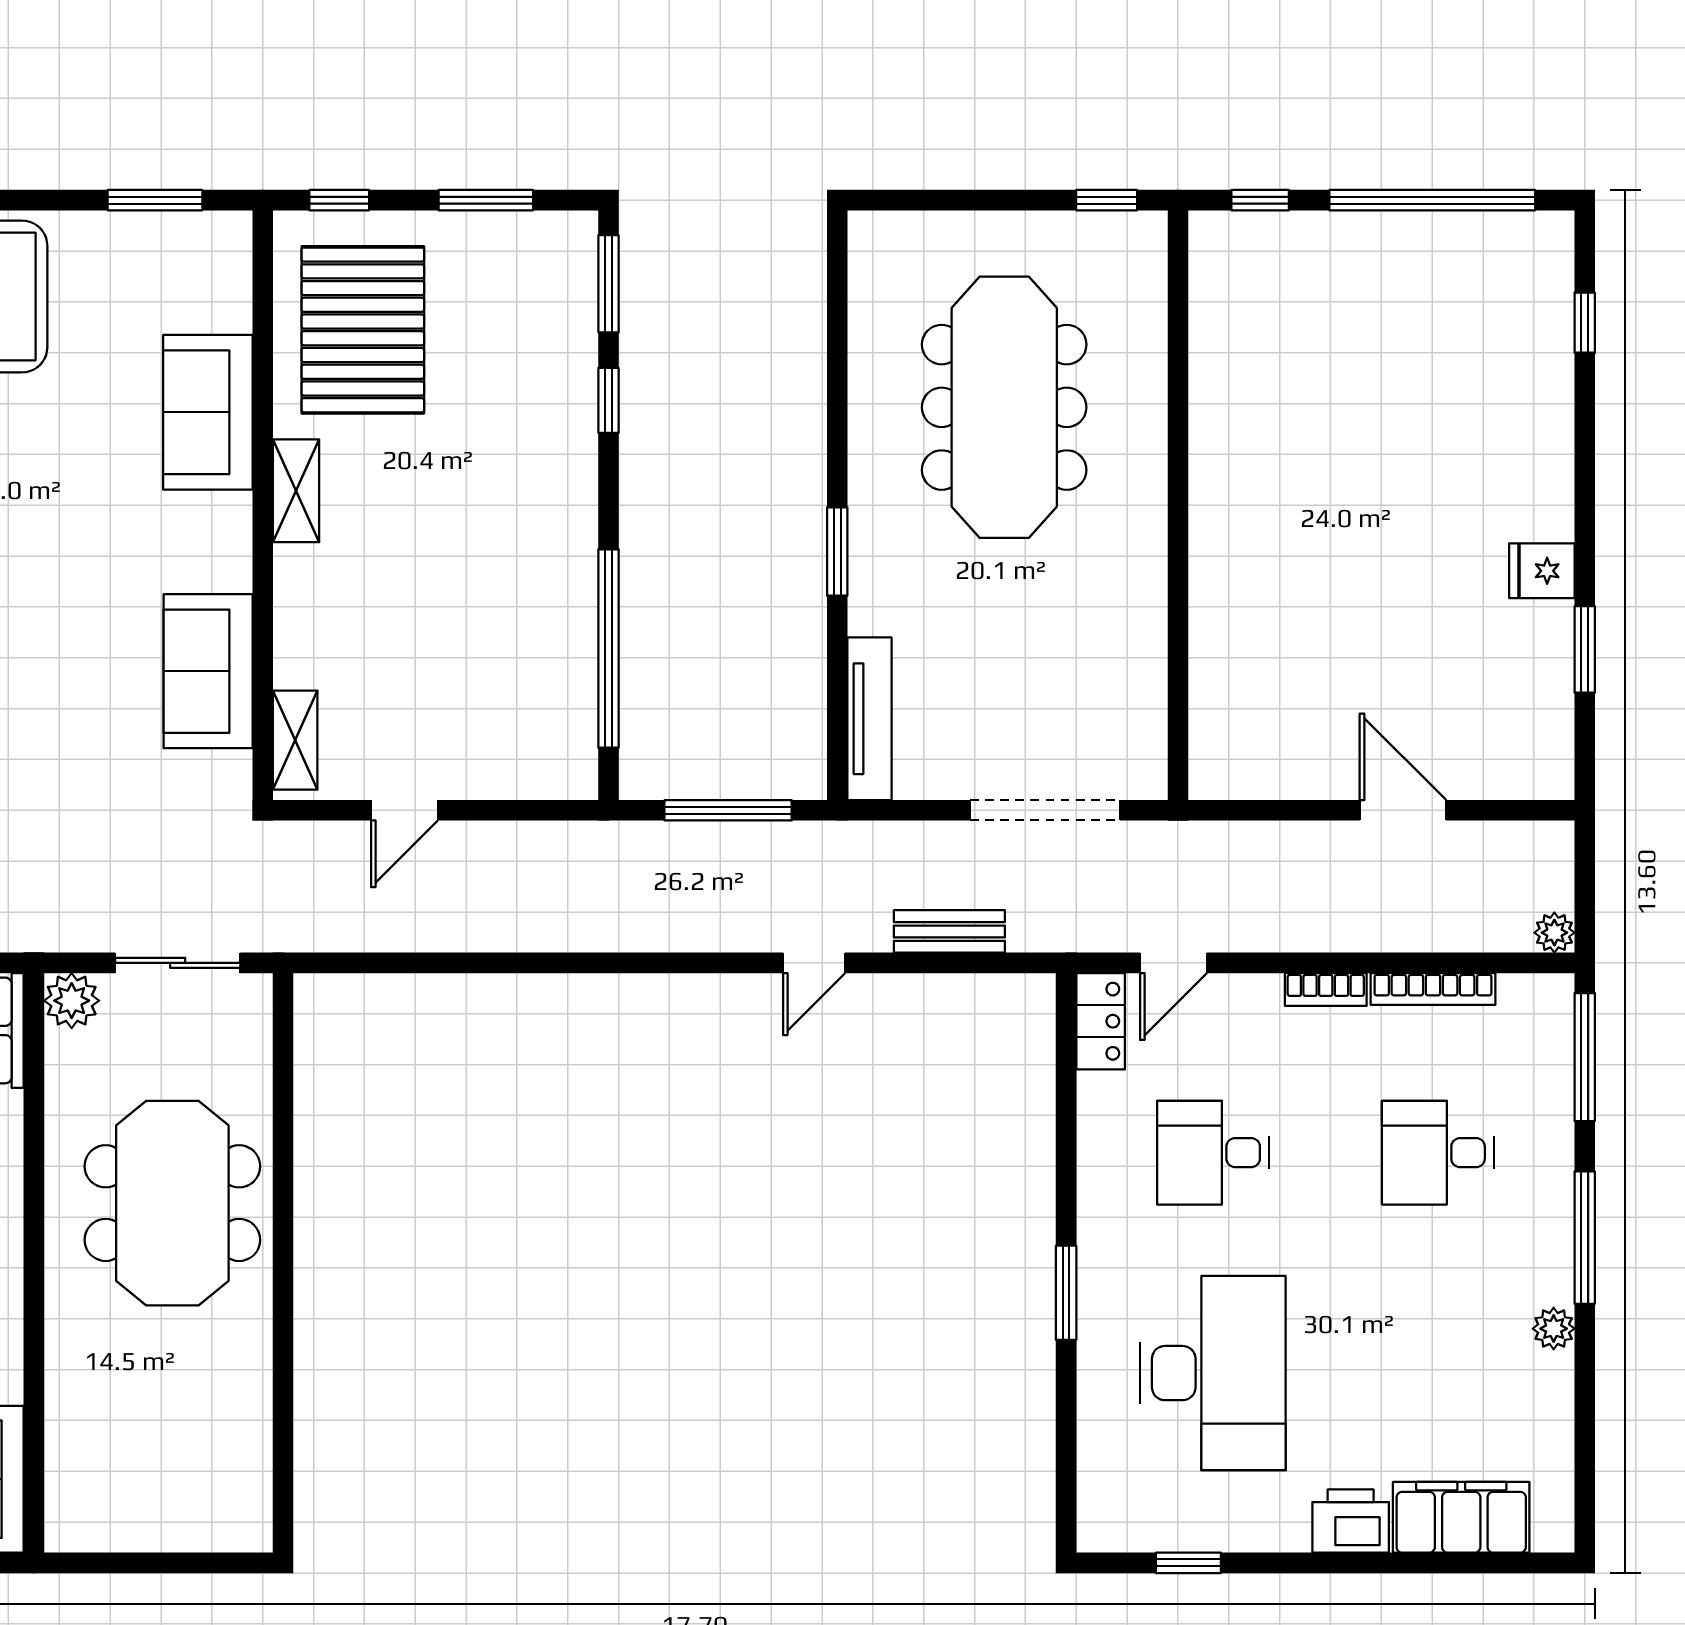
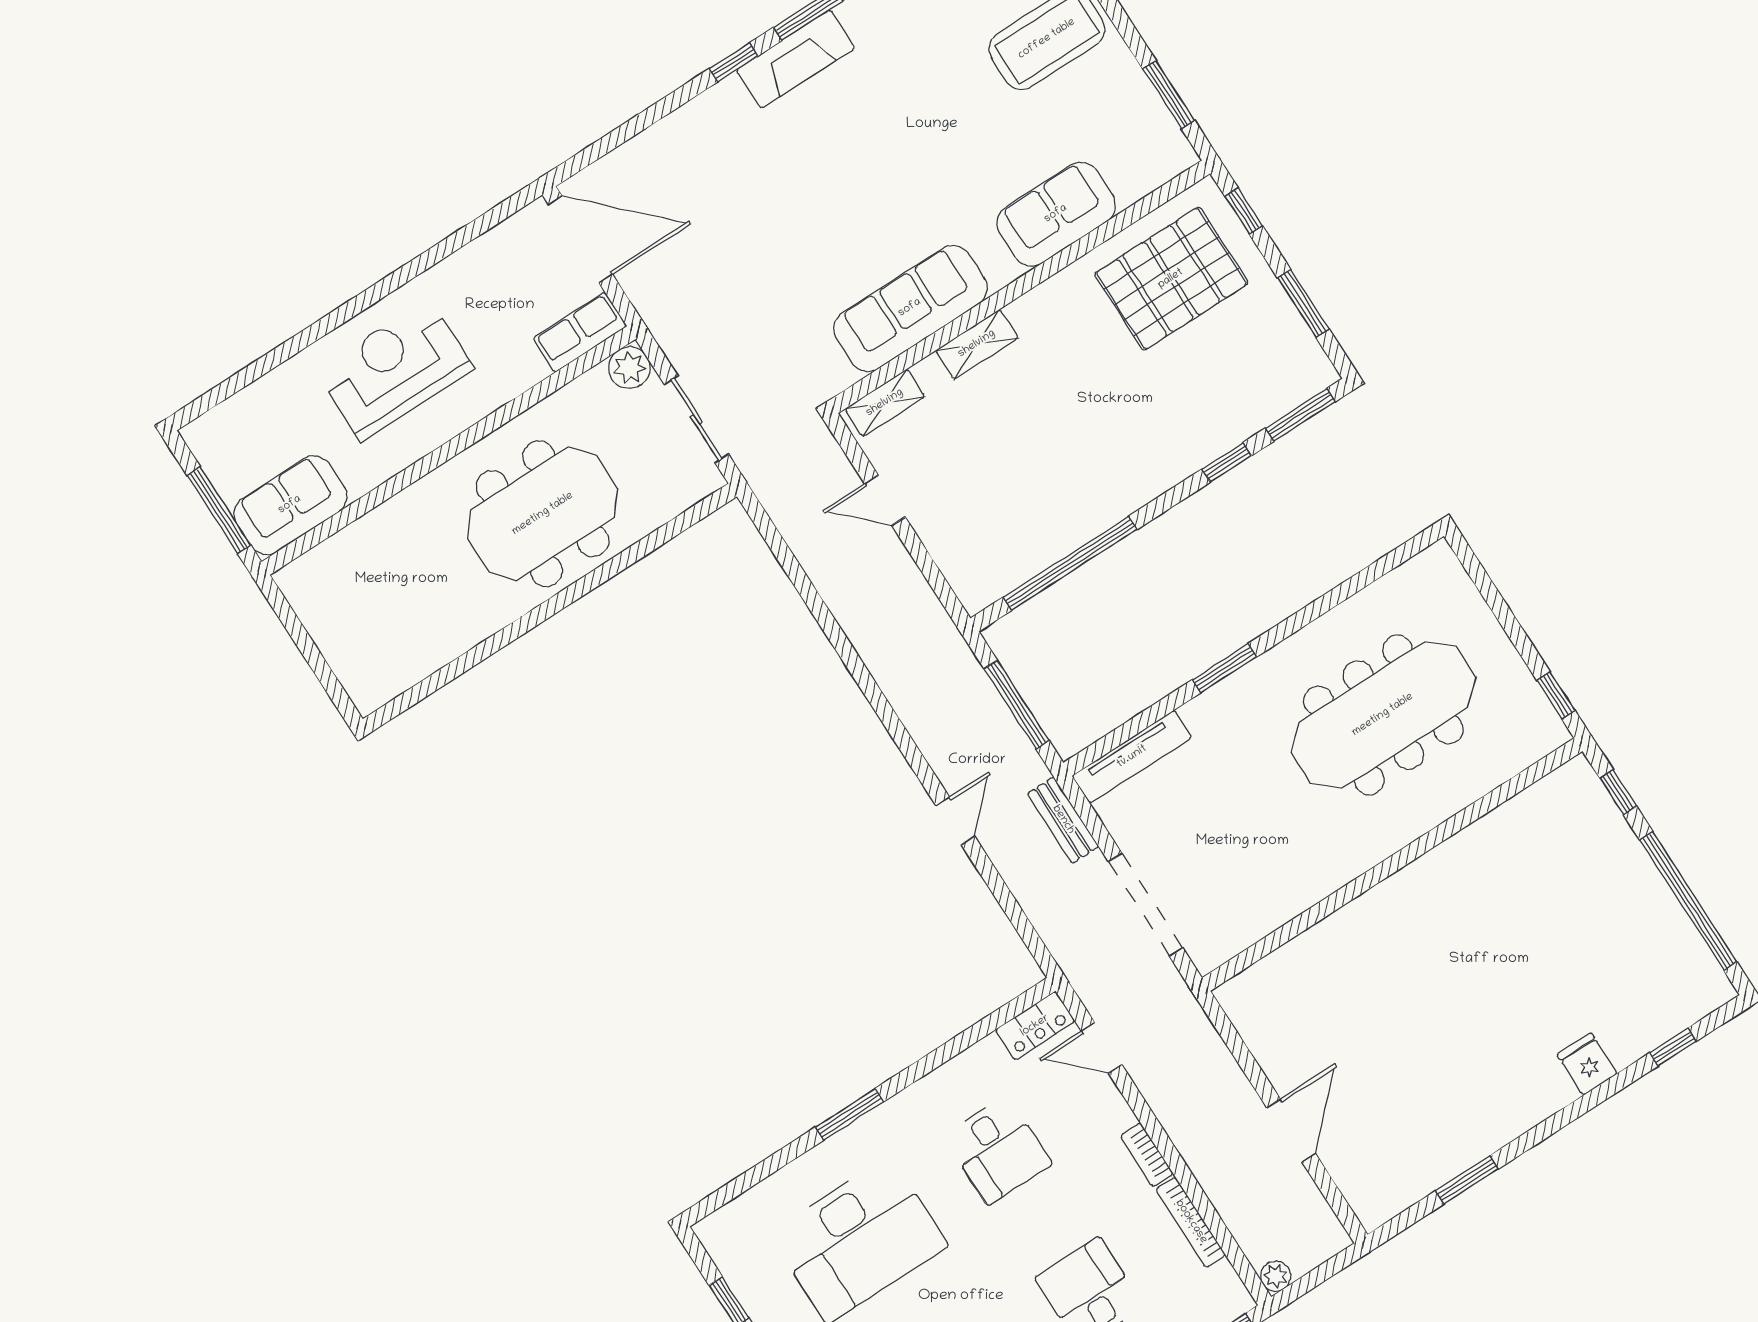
shelving: (296, 491) -> (977, 344), moved
fridge: (1542, 571) -> (1587, 1064), moved
sofa: (208, 671) -> (910, 308), width x1.36
bench: (949, 931) -> (1063, 820), moved
door: (814, 963) -> (955, 821), swing flipped
desk: (1213, 1153) -> (998, 1150), turned 180

